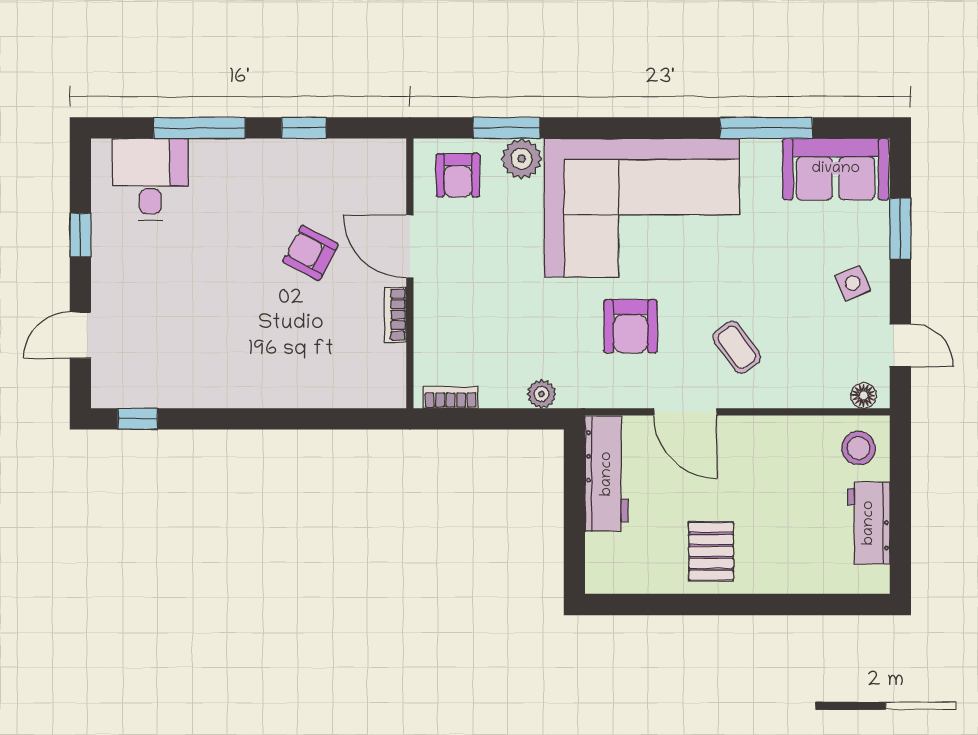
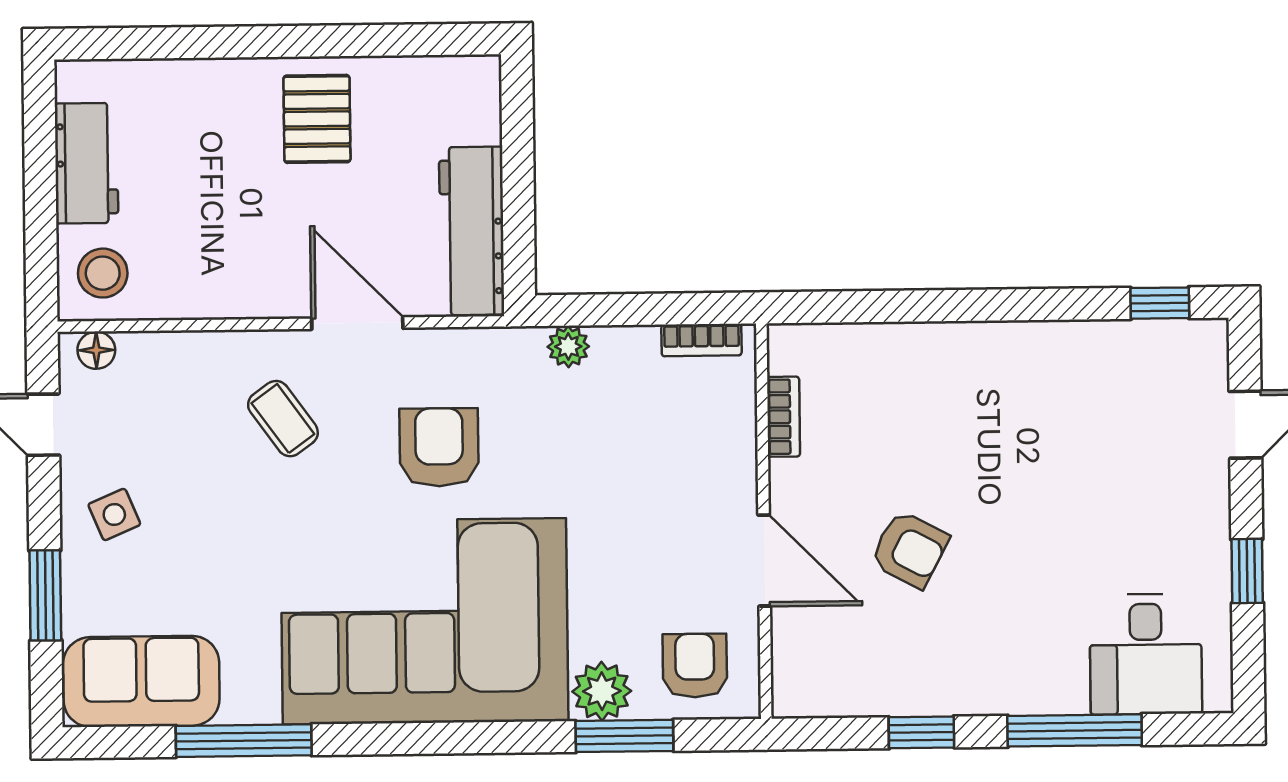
bookcase: (395, 315) -> (784, 417), moved

